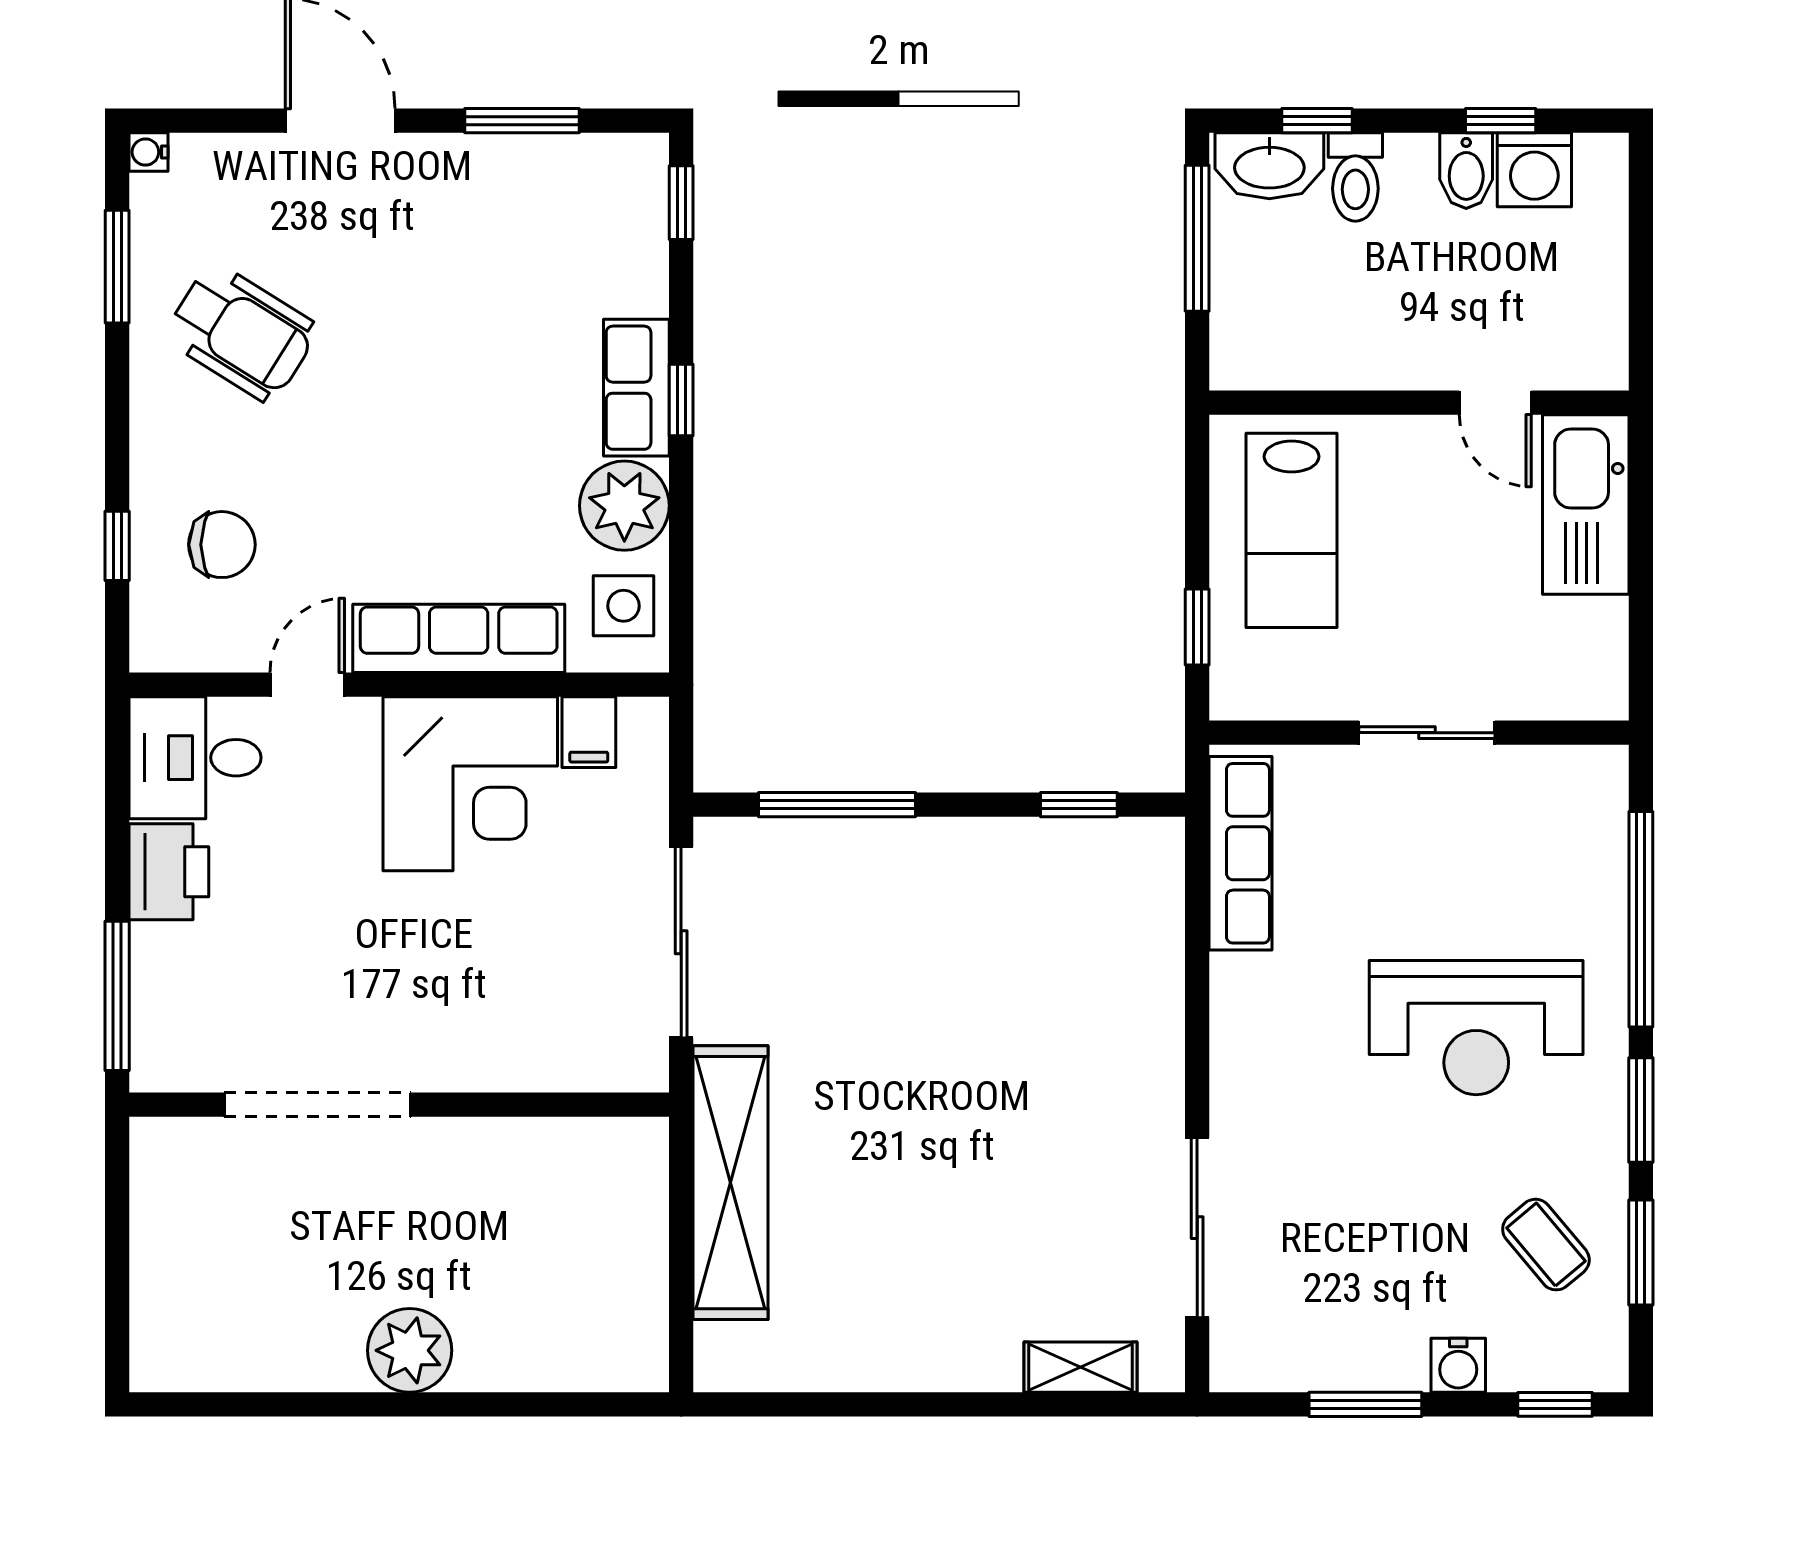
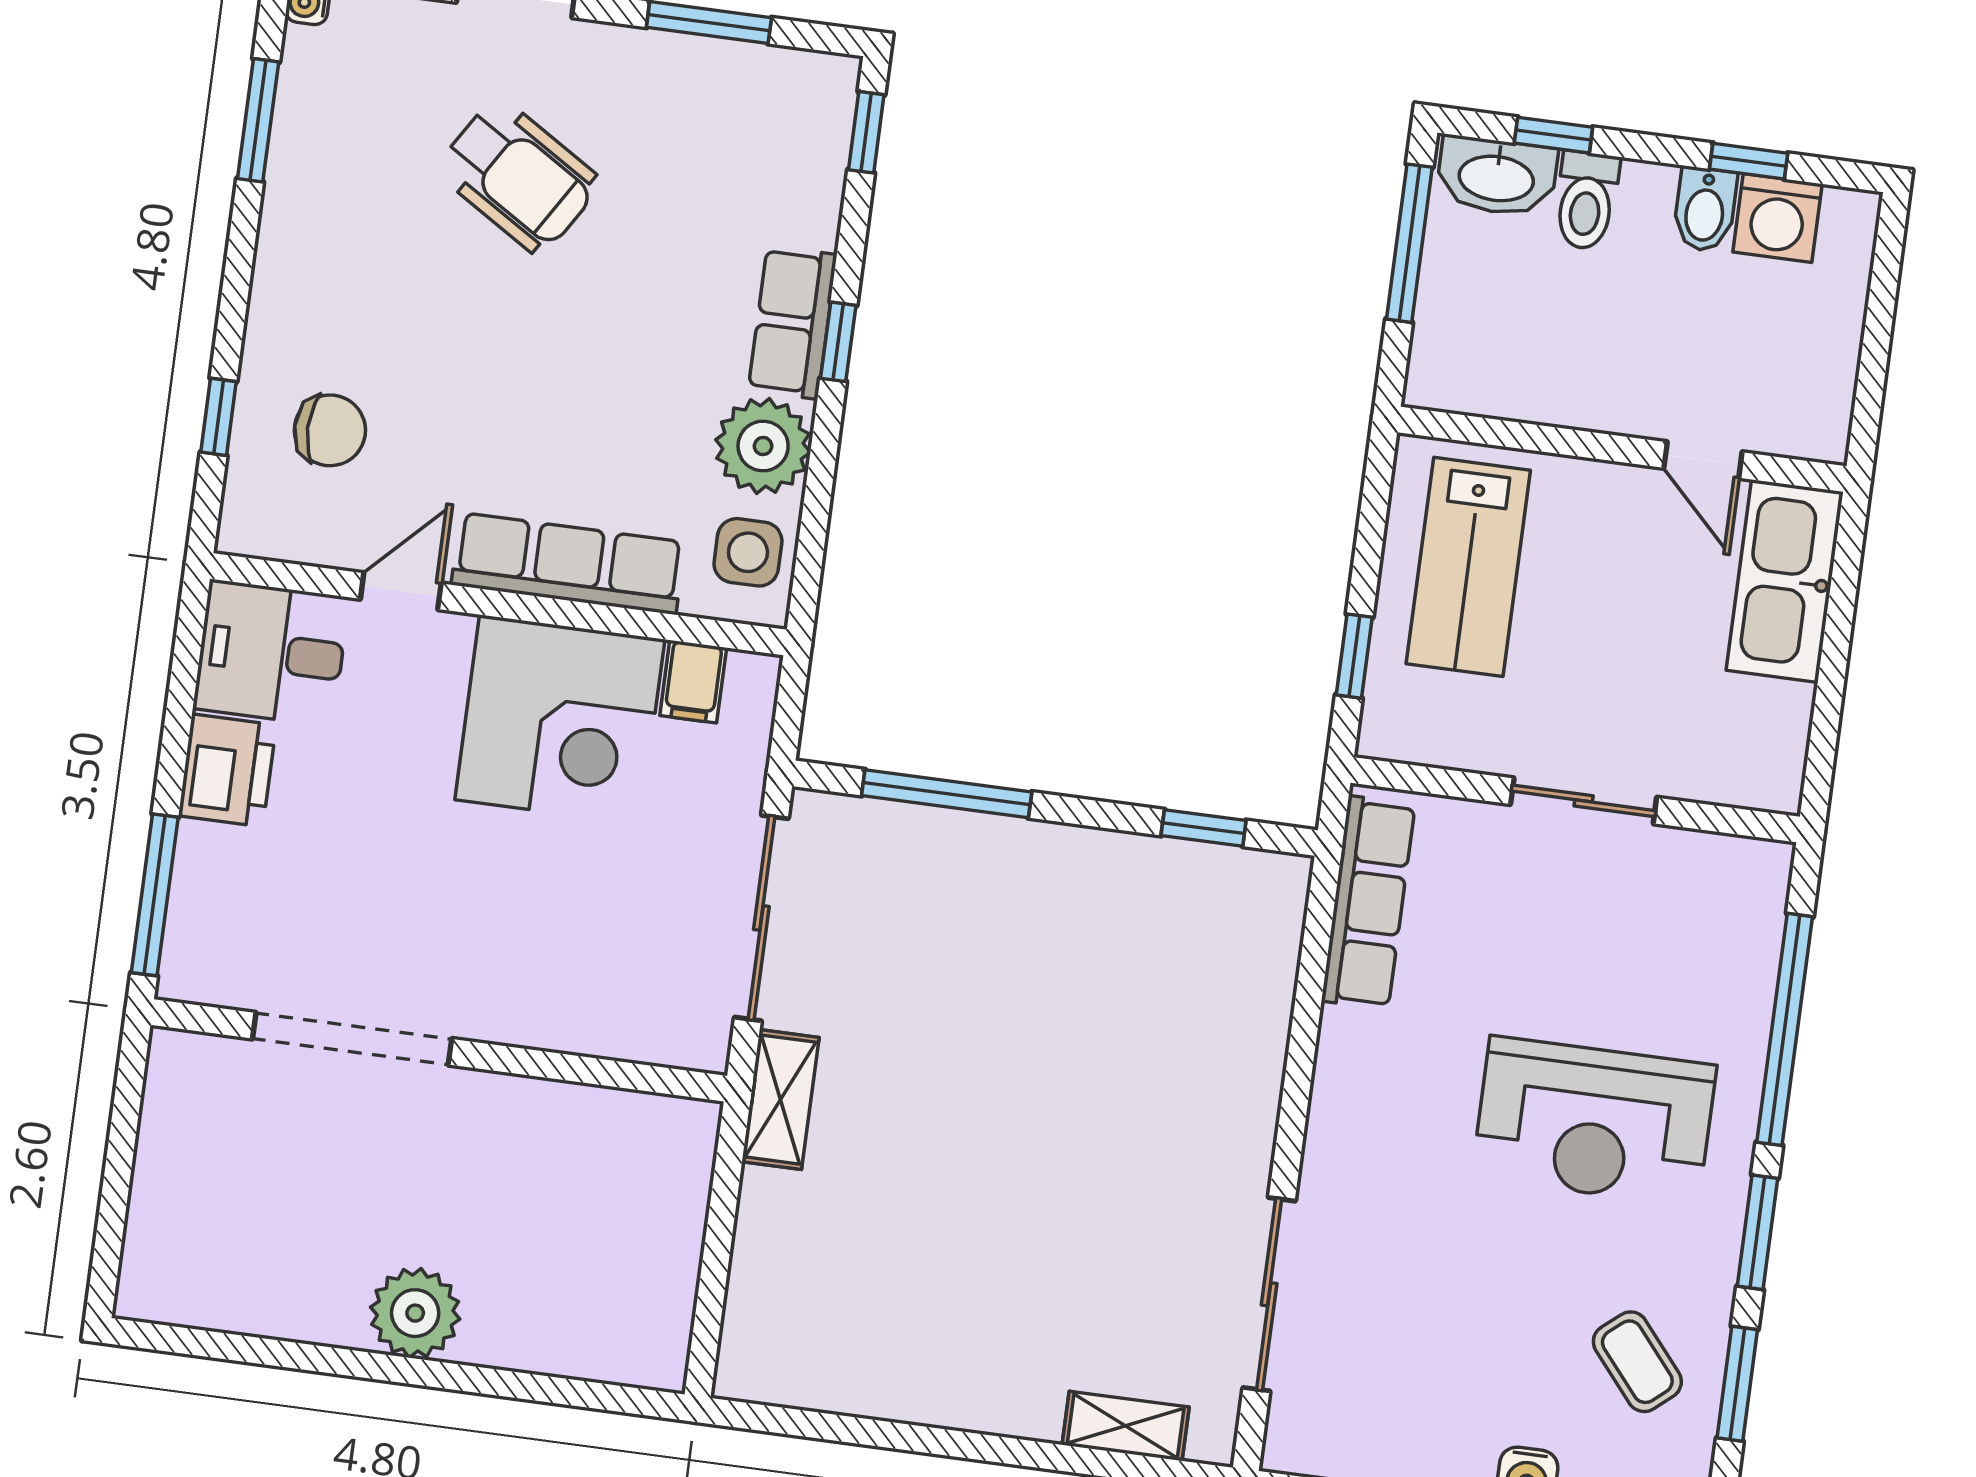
wheelchair: (241, 333) -> (519, 176), moved
shelving: (730, 1183) -> (780, 1100), width x0.45, depth x0.75

